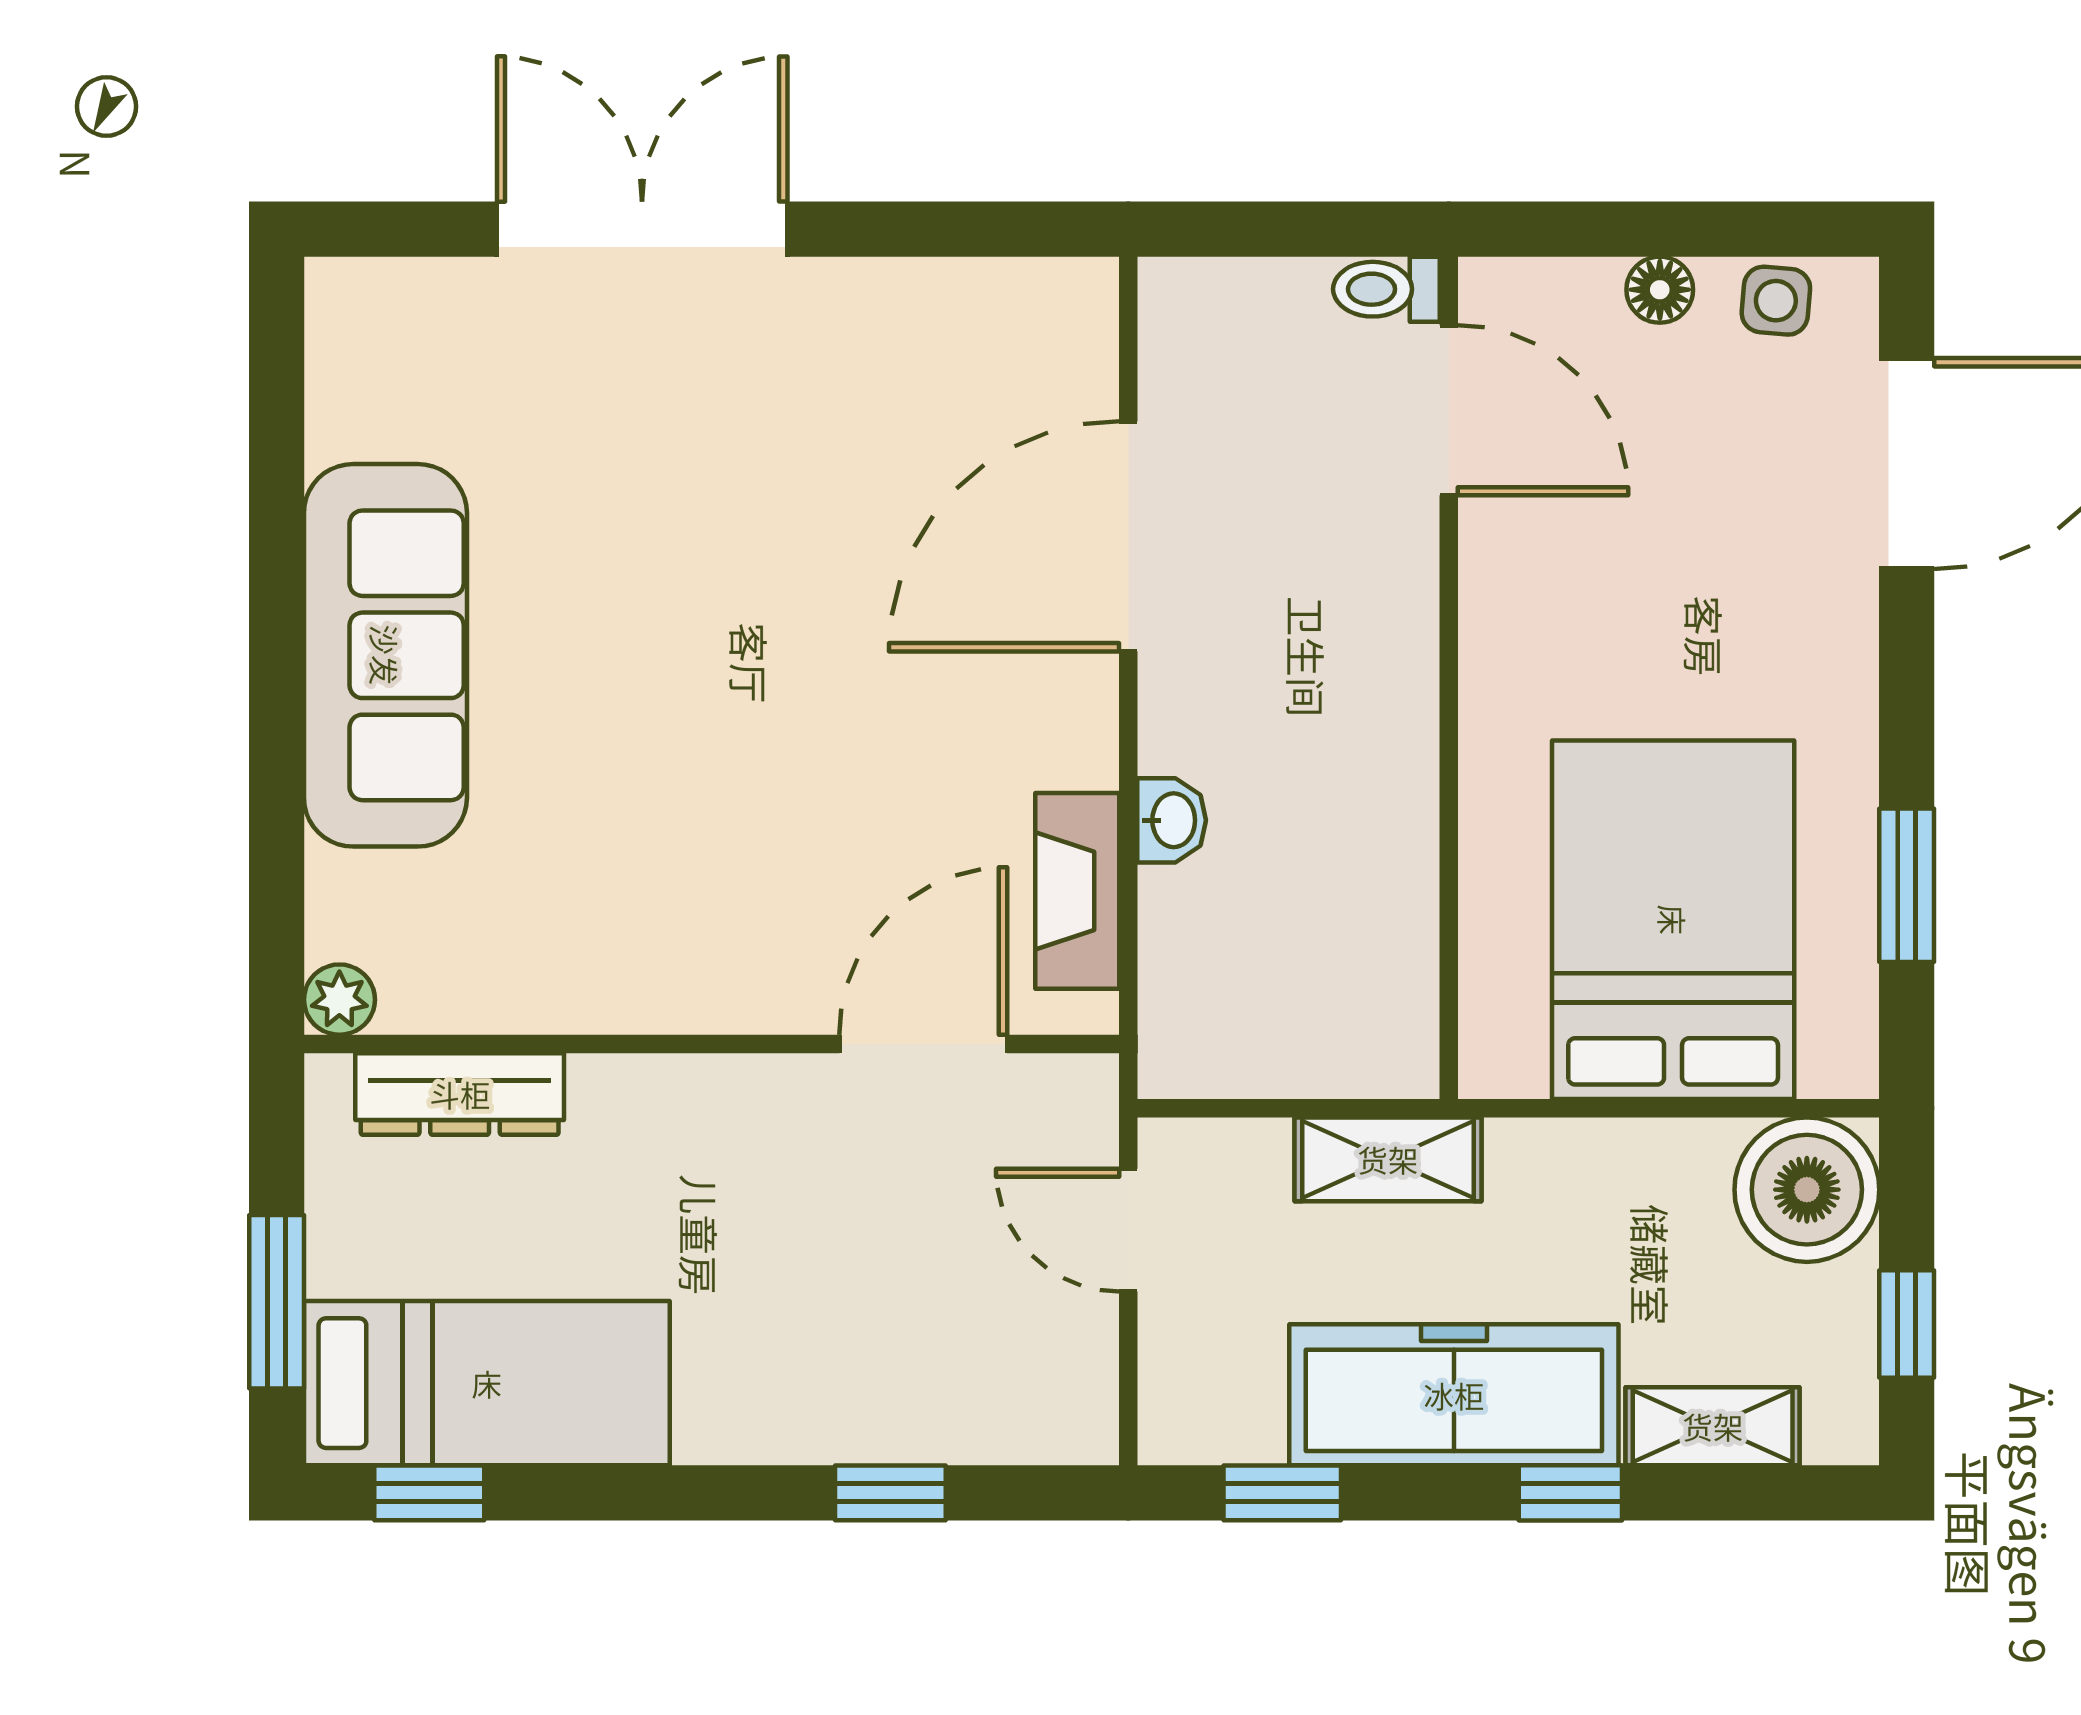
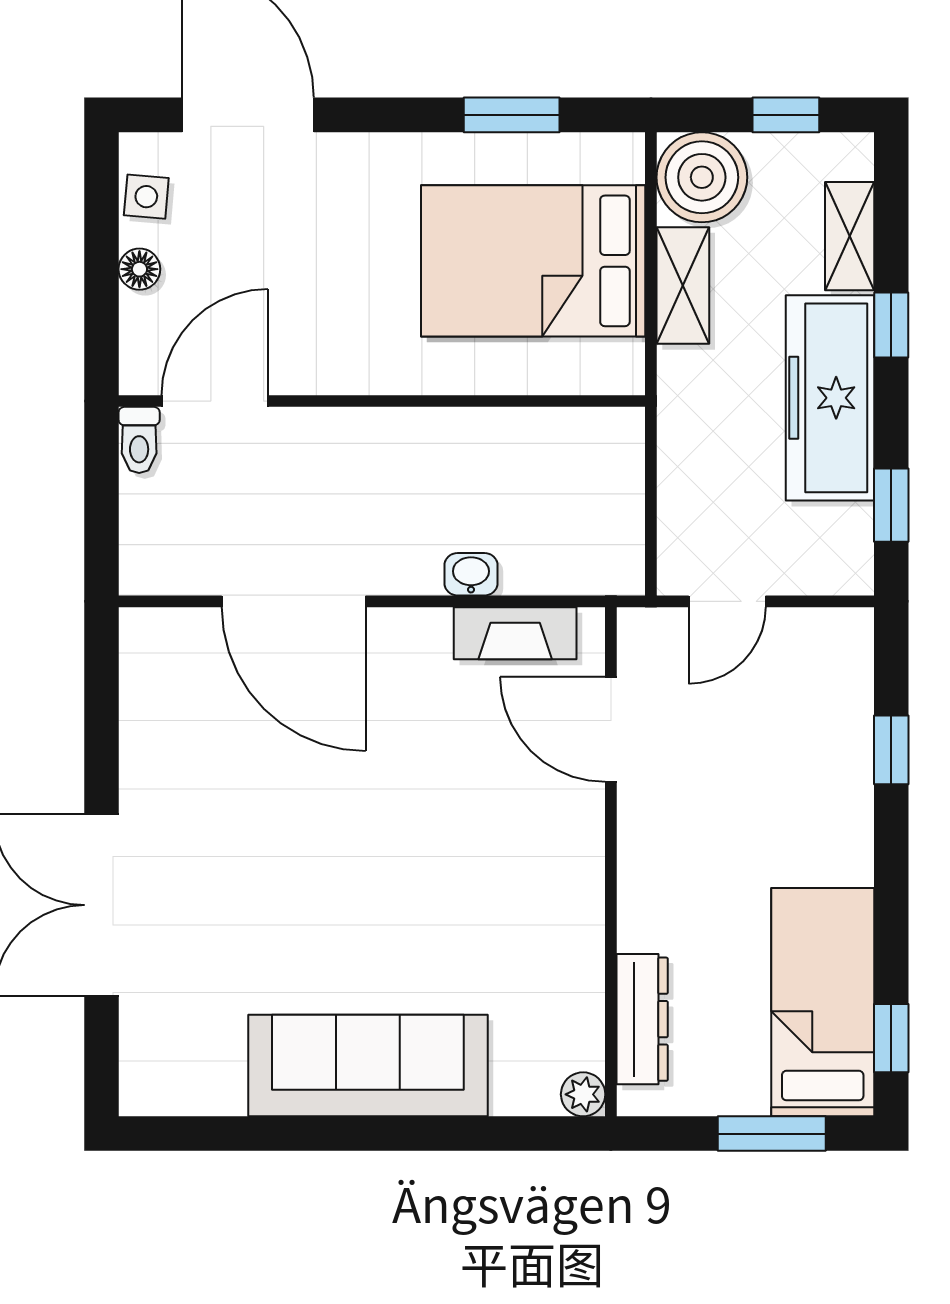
shelving: (1388, 1159) -> (683, 285), moved

